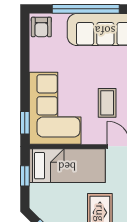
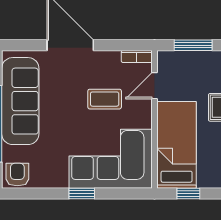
armchair: (41, 27) -> (17, 175), turned -90
window: (25, 123) -> (82, 194), moved

